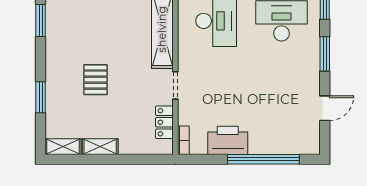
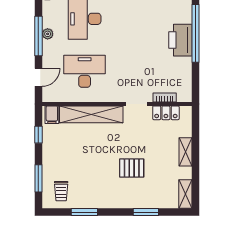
bookcase: (183, 140) -> (165, 98), moved
printer: (228, 140) -> (180, 40), moved
shelving: (100, 147) -> (185, 152), moved

